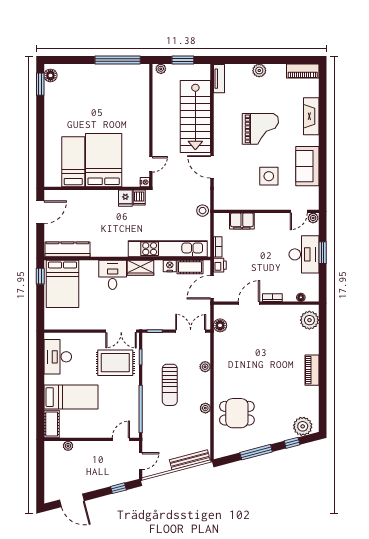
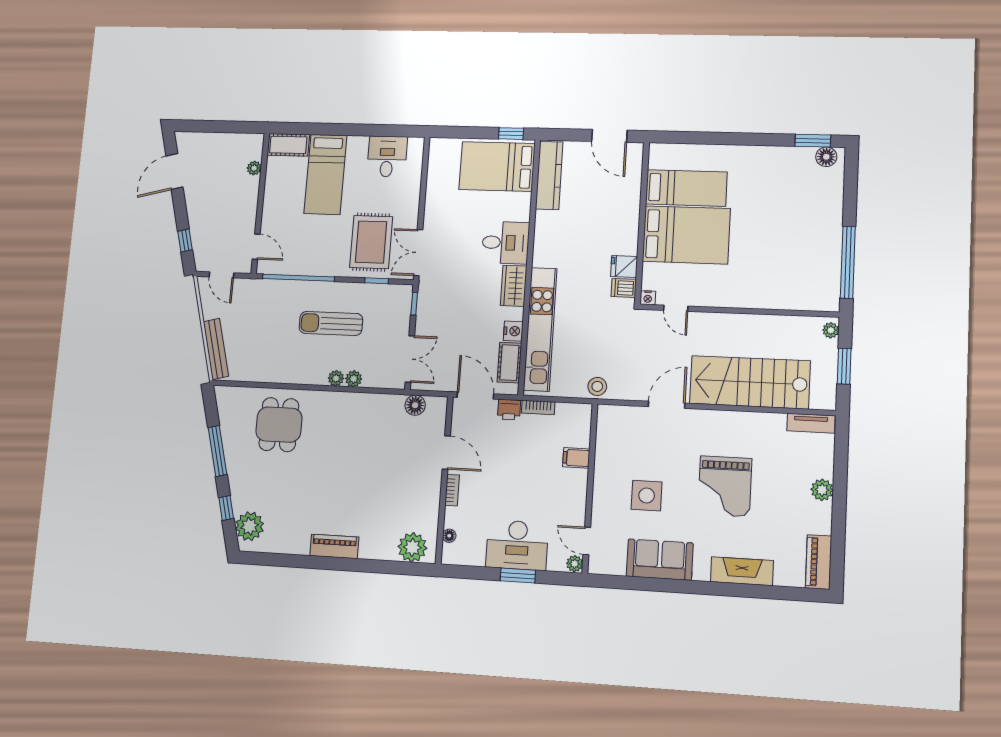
filing cabinet: (242, 221) -> (576, 458), width x0.50
desk: (58, 357) -> (387, 156), width x0.73
plant: (205, 408) -> (336, 378), moved

